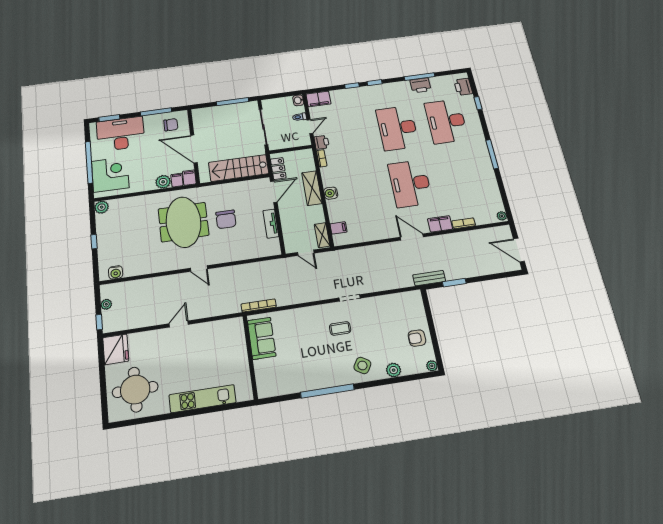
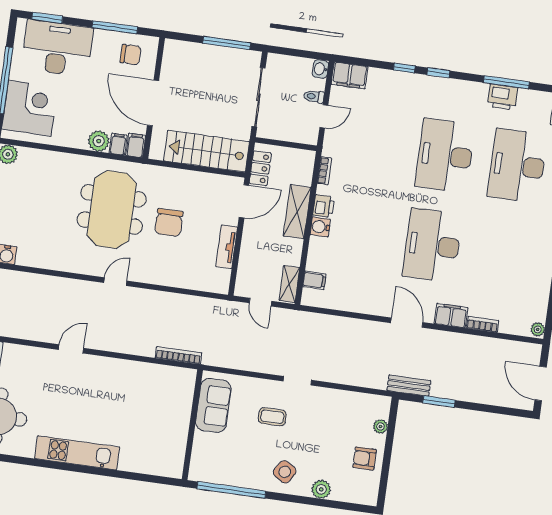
printer: (322, 142) -> (324, 206), moved
door: (199, 268) -> (115, 282), swing flipped
sofa: (262, 338) -> (213, 405), moved
wall: (250, 357) -> (192, 425), moved
plant: (432, 366) -> (381, 426), moved

